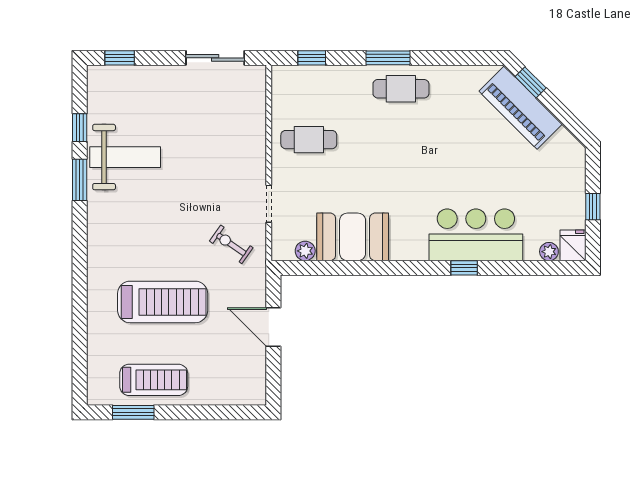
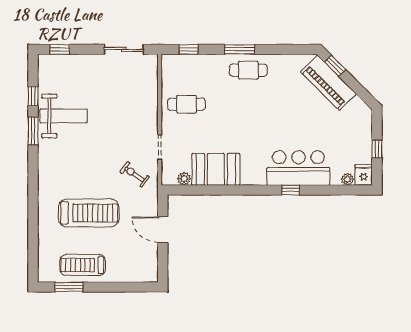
treadmill: (154, 380) -> (83, 265), turned 180

